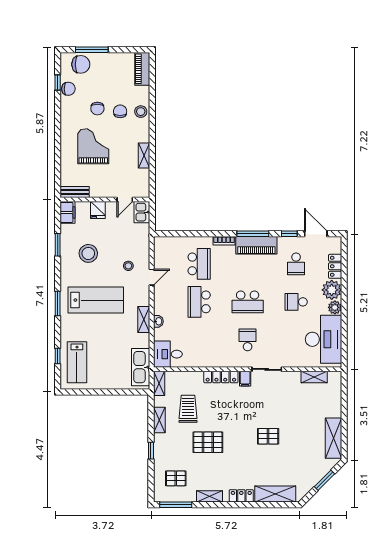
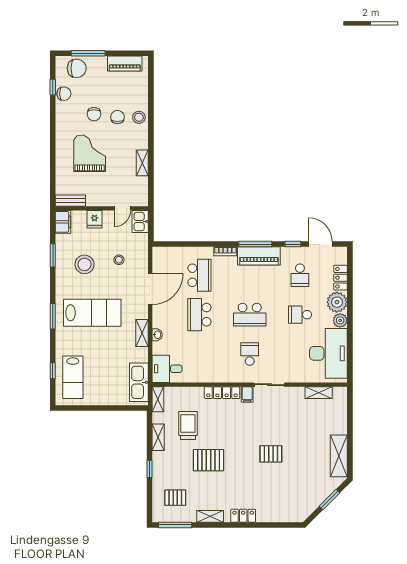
piano: (142, 69) -> (125, 64), moved, turned -90
stool: (128, 266) -> (119, 260), moved
door: (152, 277) -> (150, 289), width x1.88
shelving: (275, 494) -> (278, 514), removed

